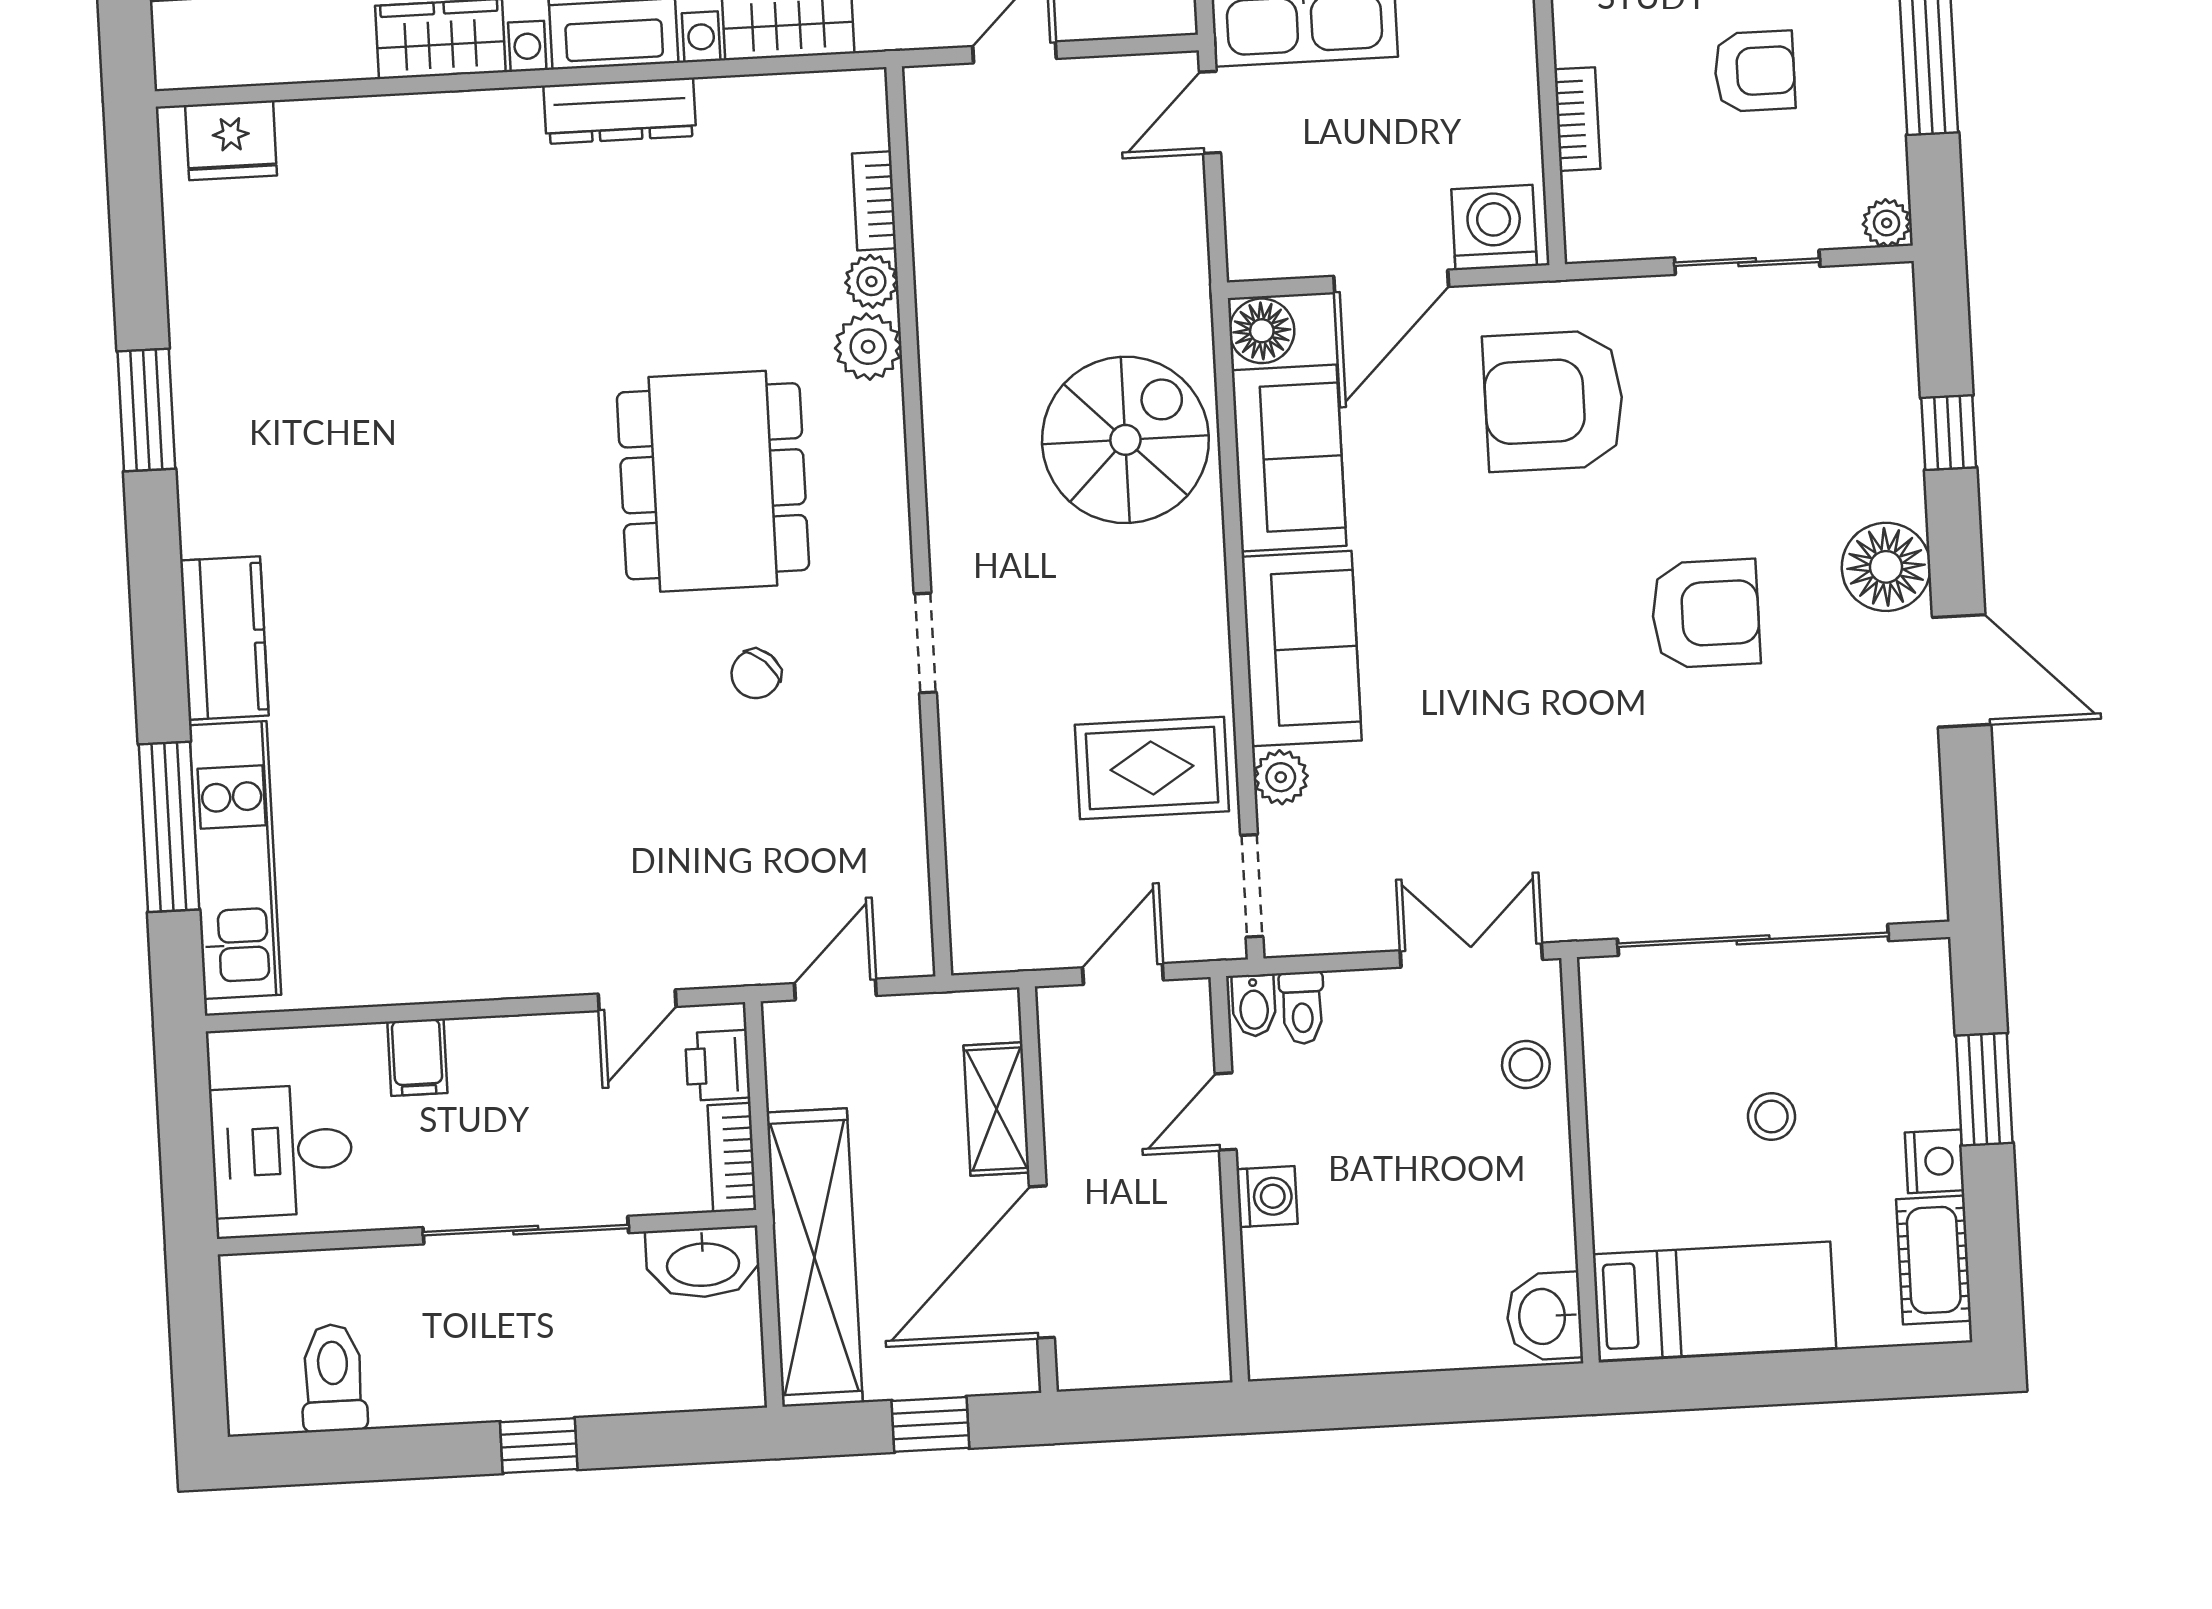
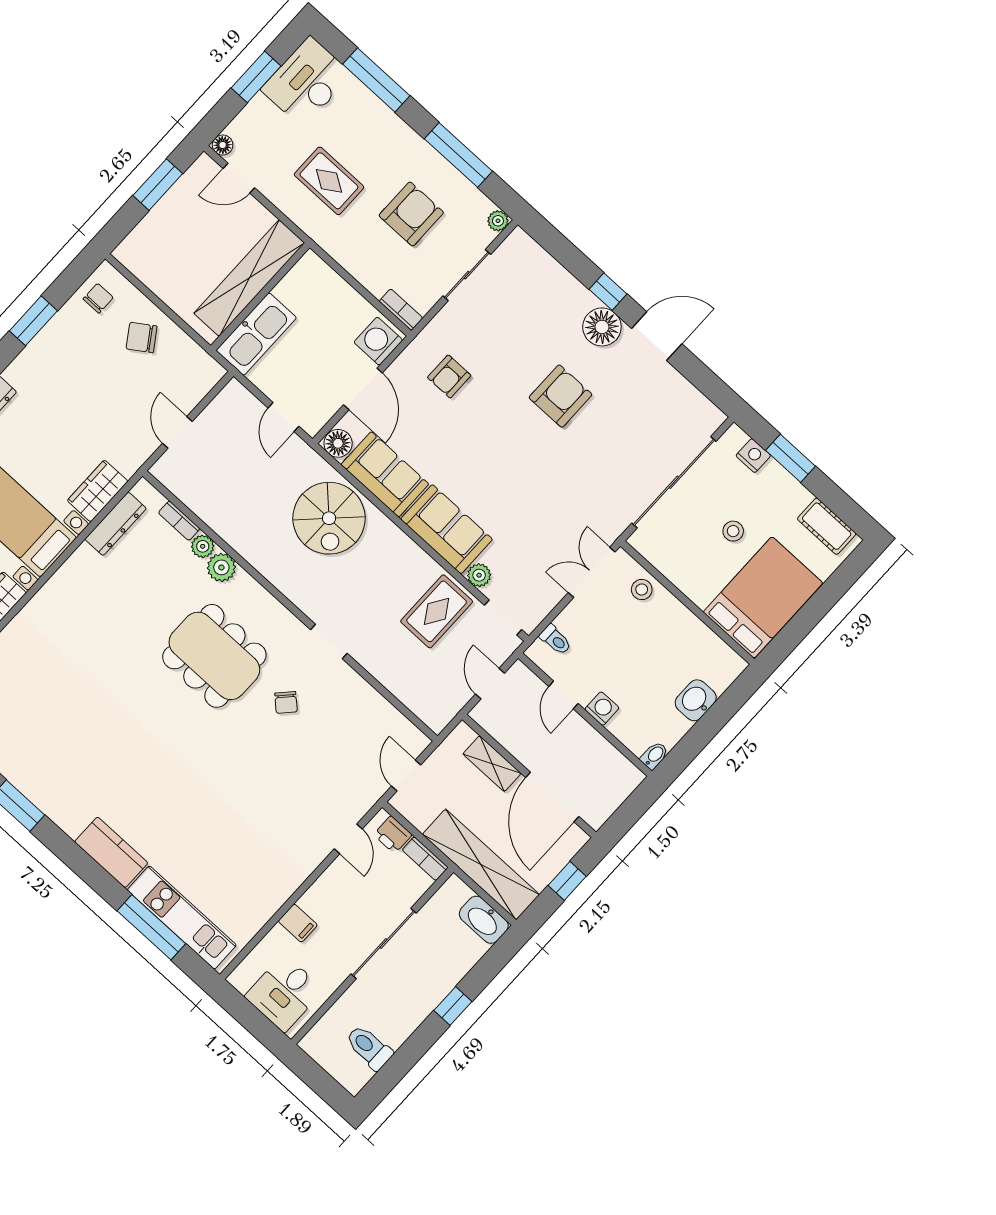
armchair: (1755, 71) -> (411, 214), width x1.38, depth x1.38
dresser: (620, 111) -> (116, 524), moved
door: (1210, 112) -> (284, 417), moved
bookcase: (1577, 119) -> (401, 310), moved
armchair: (1554, 401) -> (449, 376), width x0.53, depth x0.53
window: (1949, 433) -> (608, 292), moved
spiral stairs: (1125, 440) -> (329, 518), turned 180
bidet: (1254, 1005) -> (654, 756), moved, turned -90
nightstand: (1934, 1161) -> (753, 456), moved
washbasin: (703, 1263) -> (484, 920), moved, turned 90
bed: (1714, 1301) -> (763, 598), width x1.50
washbasin: (1544, 1316) -> (696, 700), moved, turned 90

